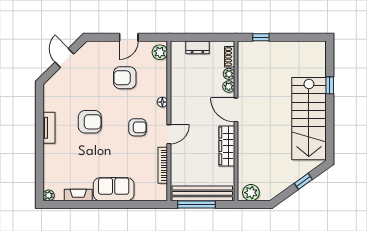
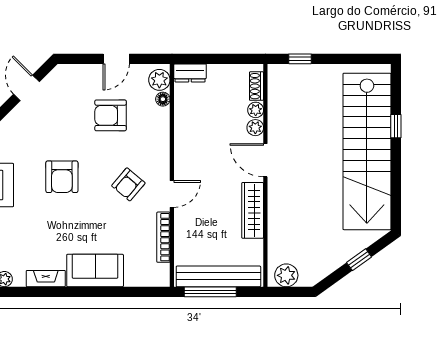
dresser: (198, 47) -> (190, 73), moved
floor lamp: (162, 102) -> (163, 99), moved
stairs: (309, 119) -> (367, 151), width x1.36
armchair: (90, 122) -> (62, 177), turned 90
armchair: (138, 127) -> (128, 184), turned 130

